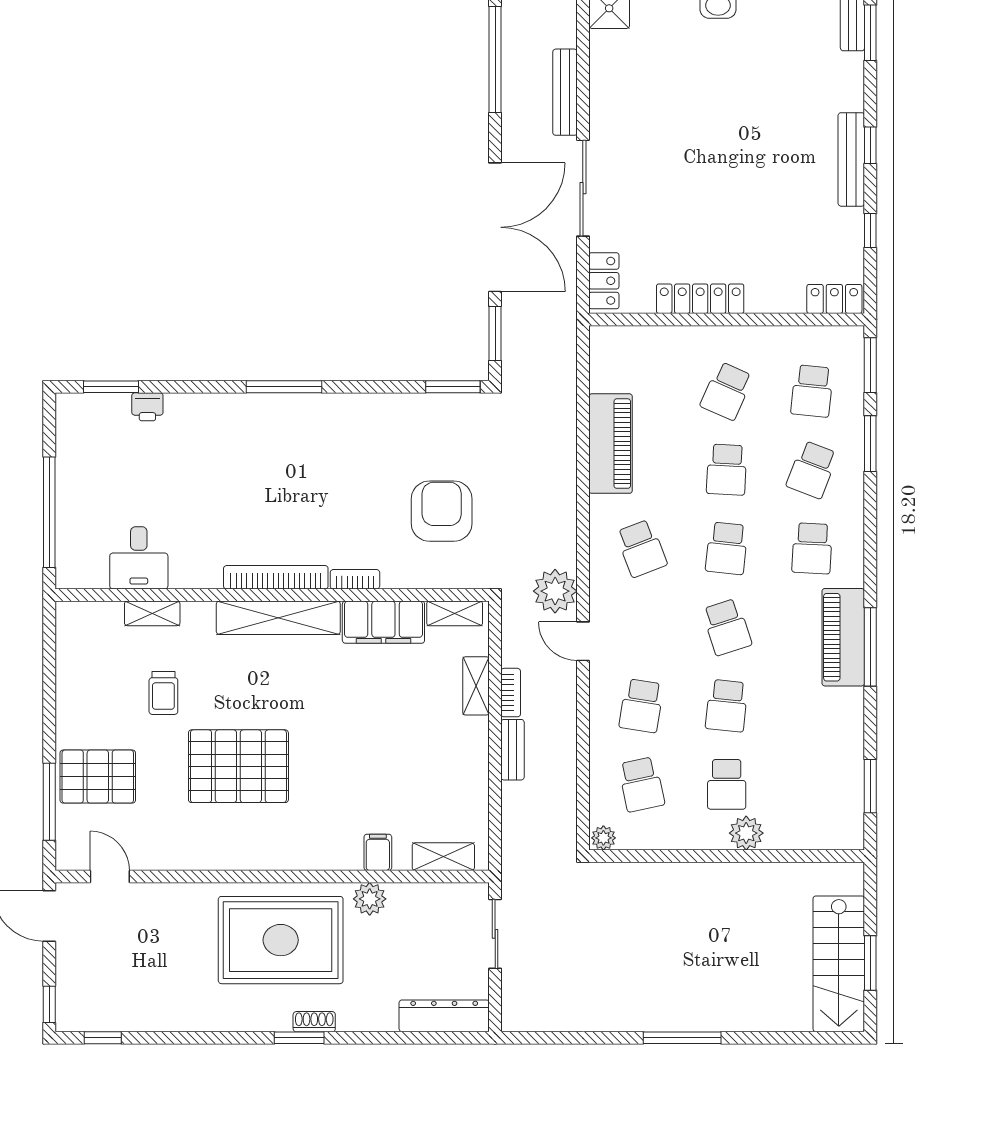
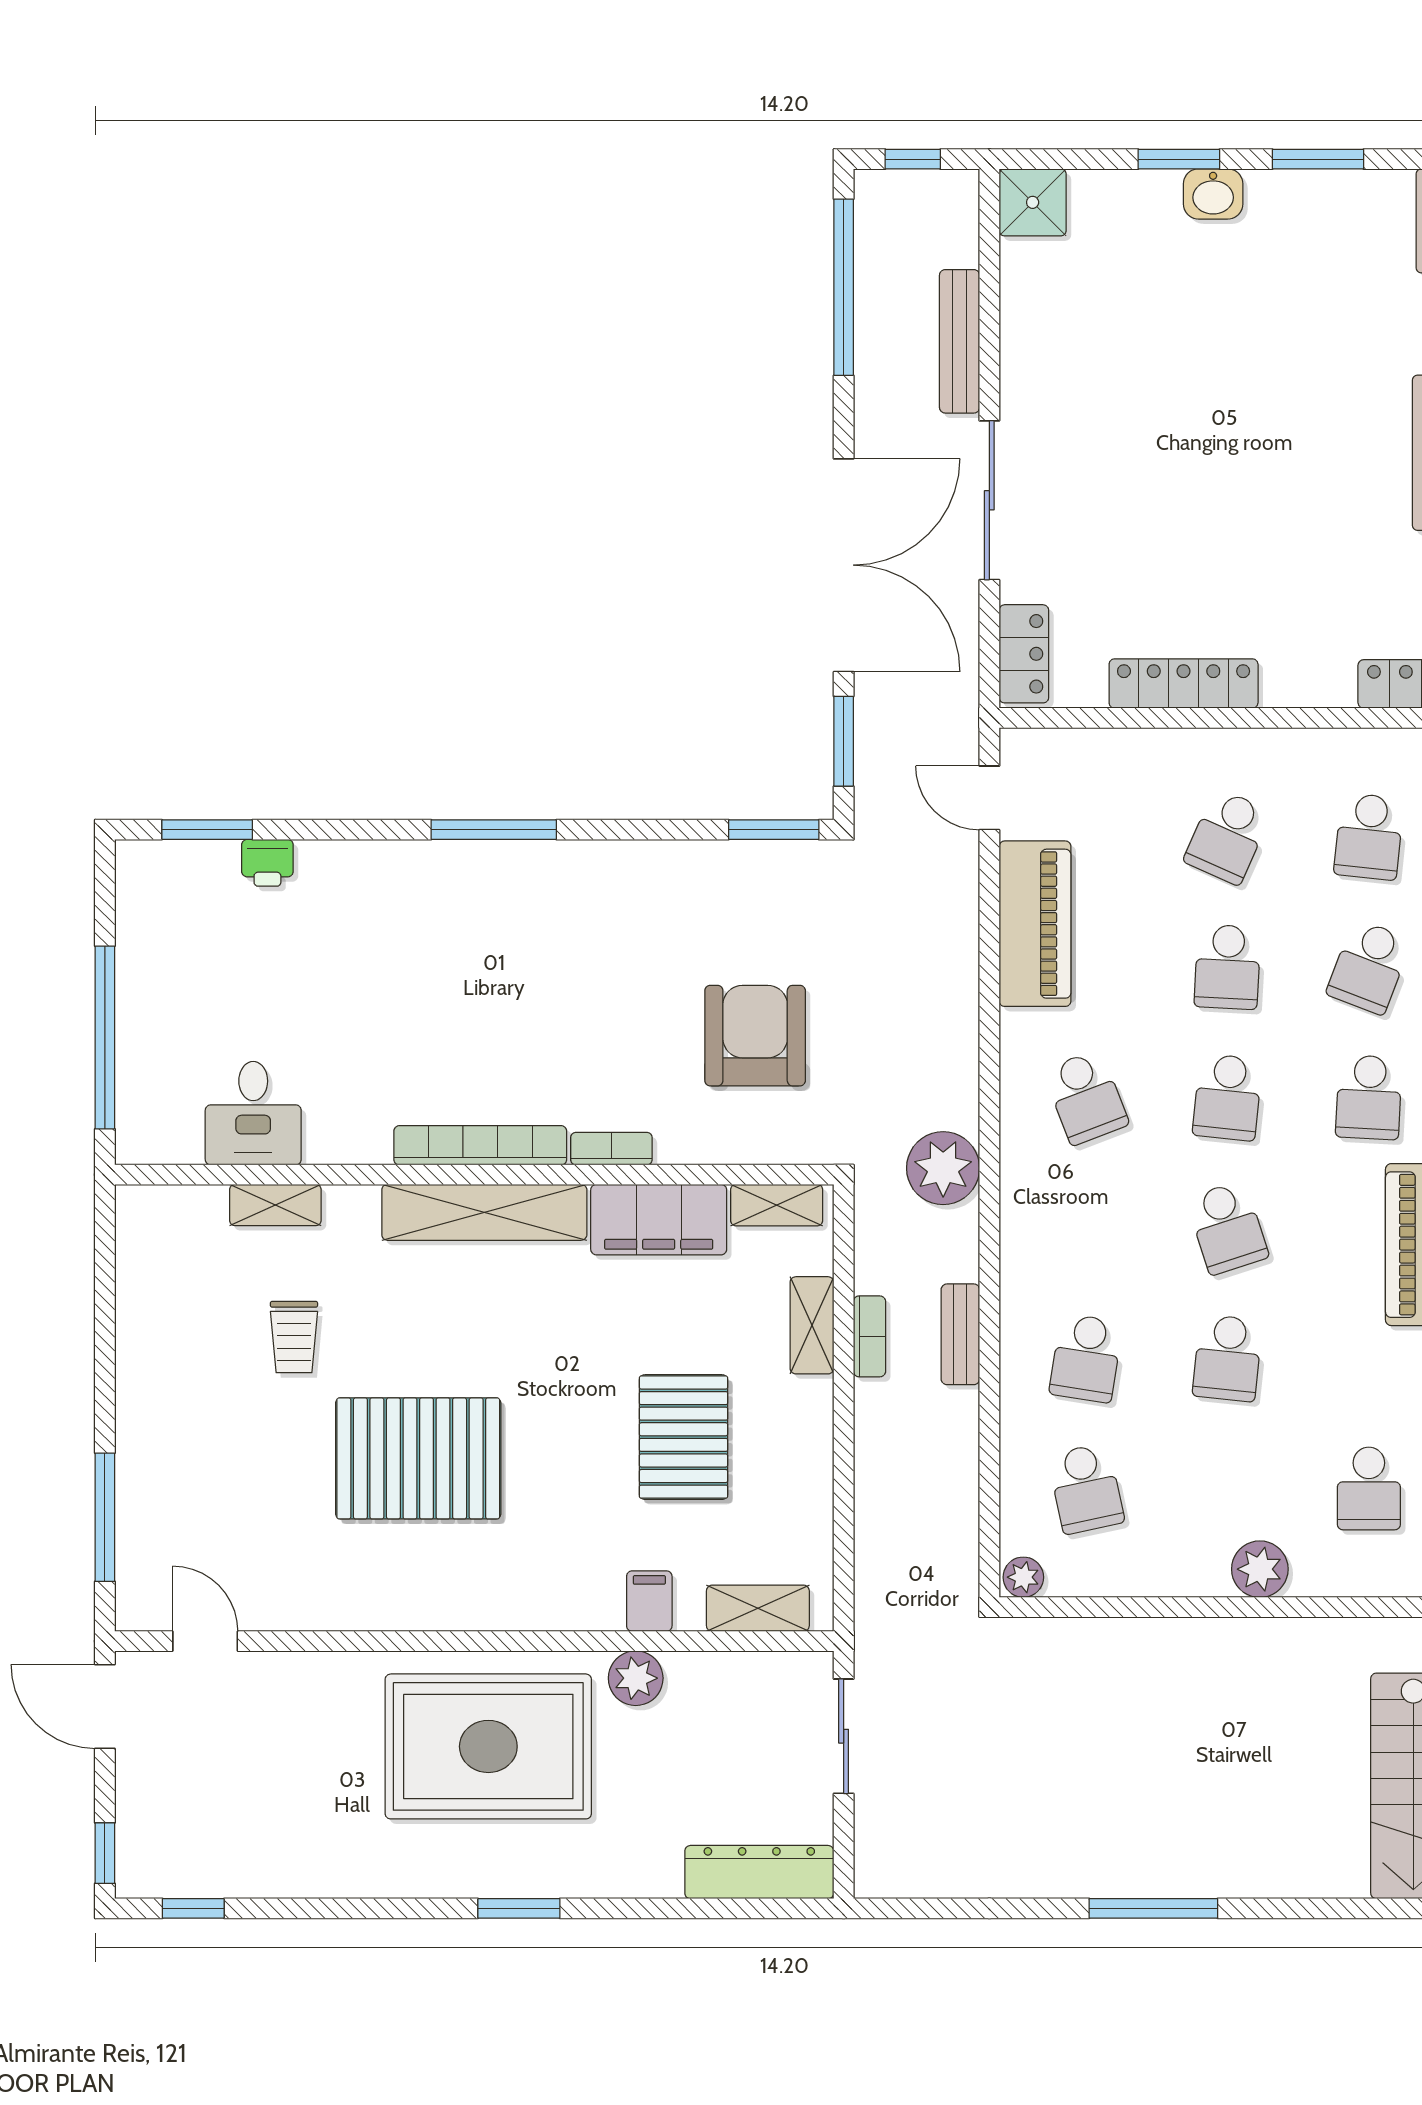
door: (583, 641) -> (989, 798), moved
bench: (512, 750) -> (960, 1334), moved
pallet: (98, 777) -> (683, 1437), moved, turned 90
school desk: (727, 784) -> (1369, 1488), moved
shoe rack: (314, 1022) -> (544, 1882), removed

